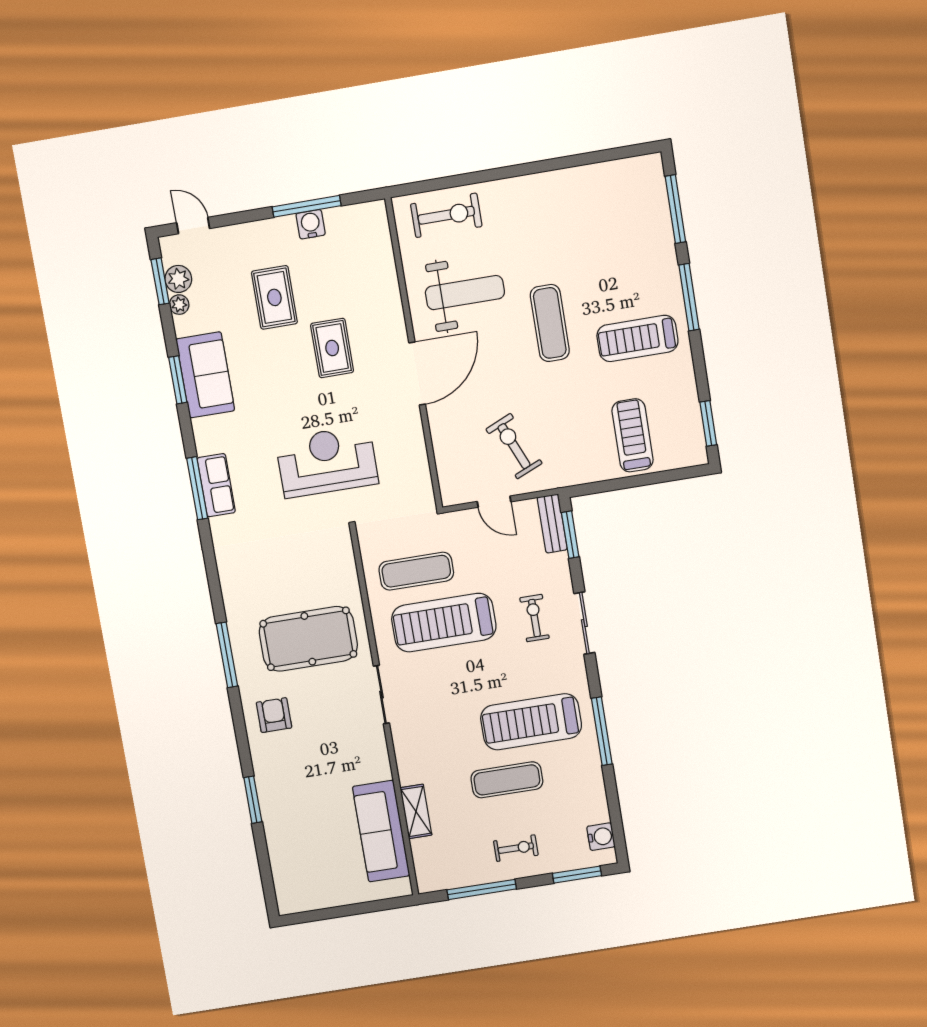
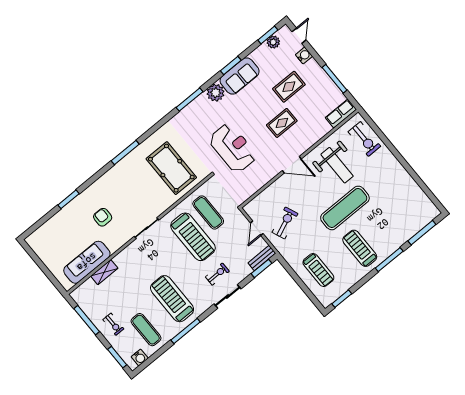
water cooler: (311, 224) -> (304, 55), moved
plant: (179, 305) -> (216, 93), moved, width x1.87, depth x1.87
exercise mat: (550, 323) -> (345, 208), width x1.36, depth x1.45
door: (417, 374) -> (292, 165), width x0.73
treadmill: (633, 435) -> (318, 270), turned 90
row of seats: (216, 485) -> (341, 114), moved, turned 180
treadmill: (444, 623) -> (193, 237), turned 180
pool table: (308, 639) -> (171, 168), moved
armchair: (274, 715) -> (103, 217), moved, turned -90
exercise mat: (507, 780) -> (146, 330), moved

